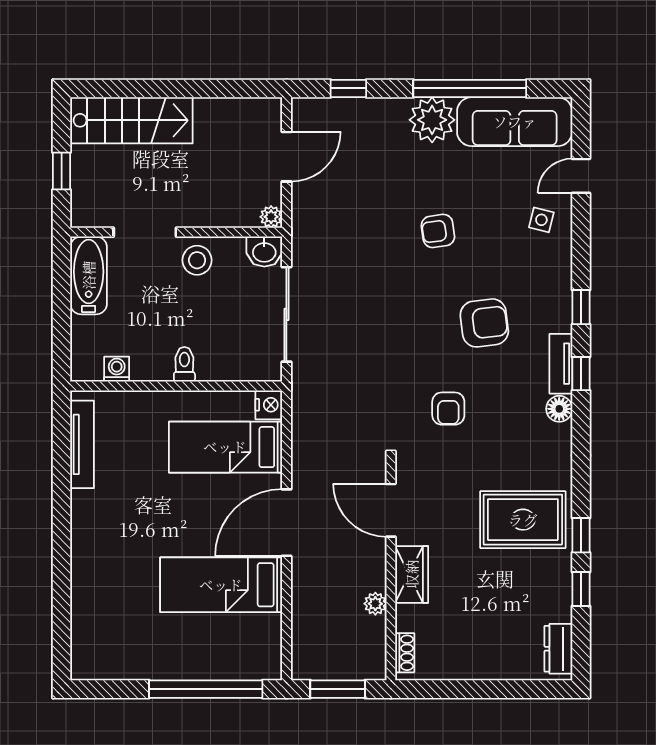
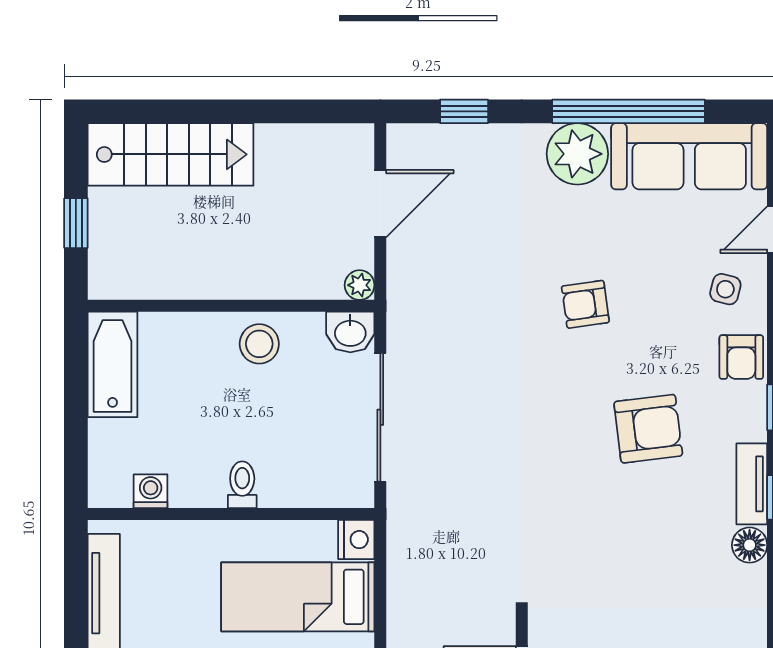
doorway: (145, 232) -> (189, 306), removed
armchair: (448, 409) -> (741, 357), moved

